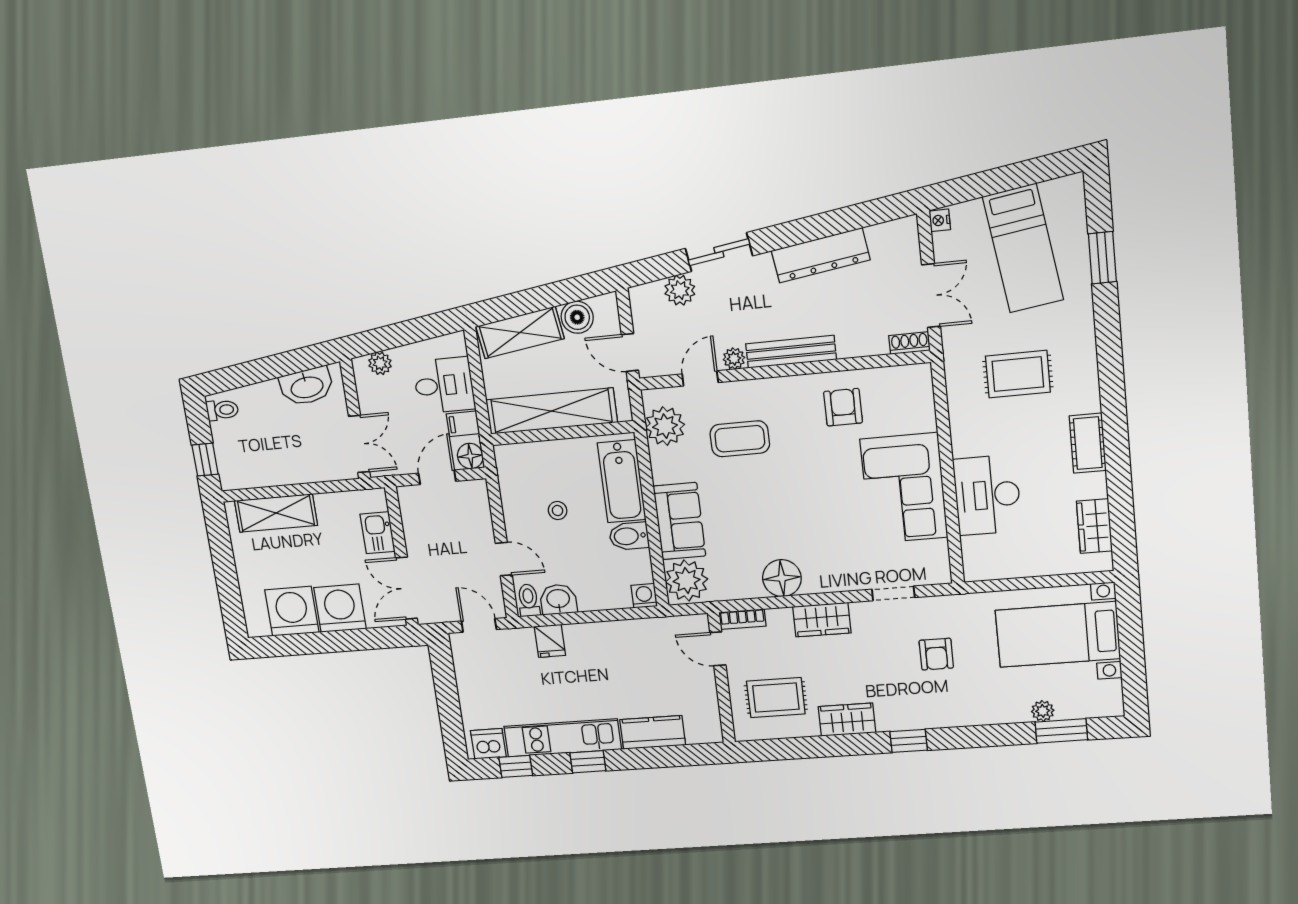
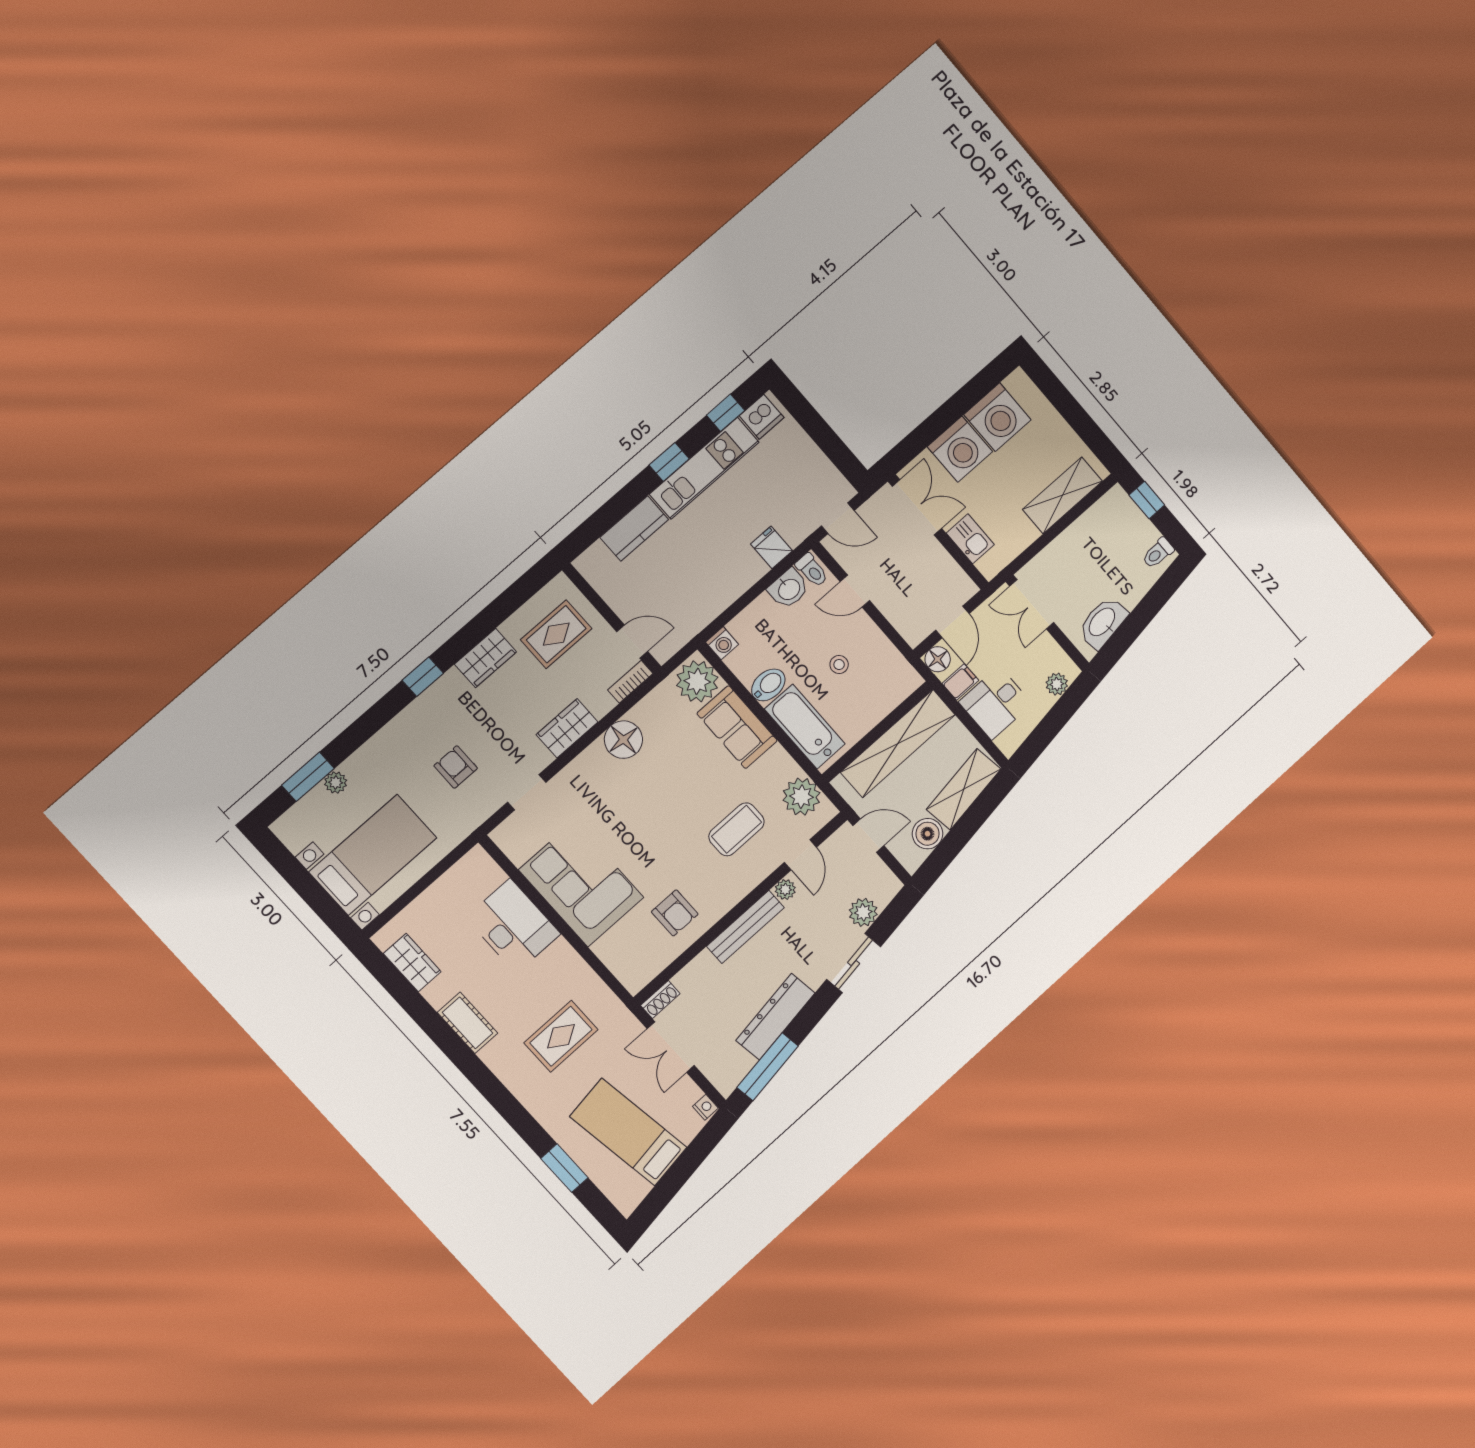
window: (859, 216) -> (768, 1067), added

